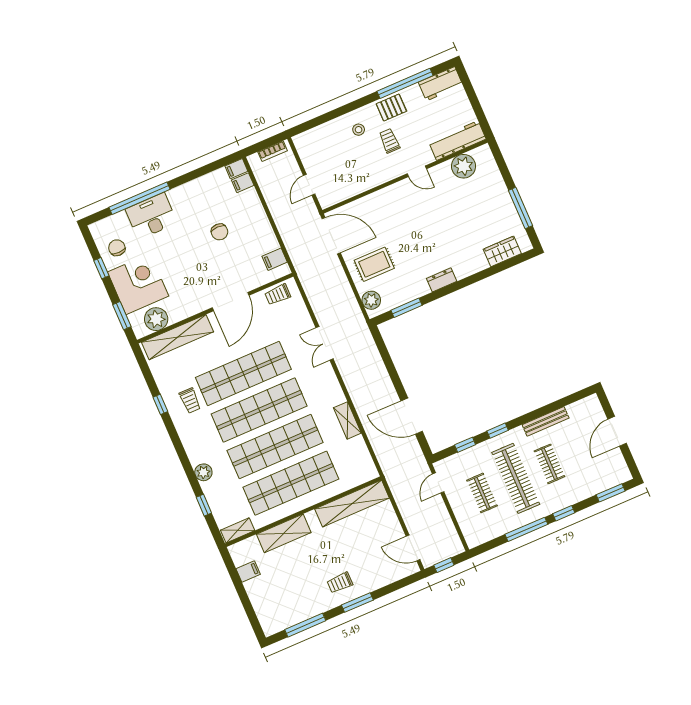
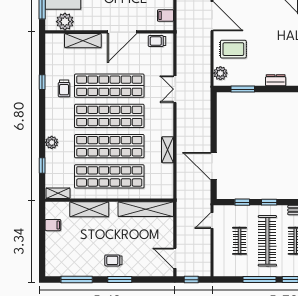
shelving: (177, 337) -> (83, 41), width x0.68

